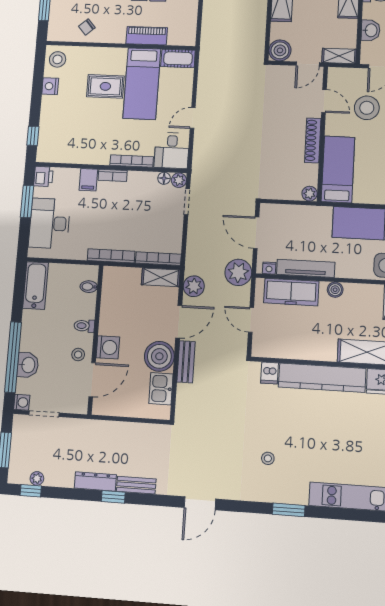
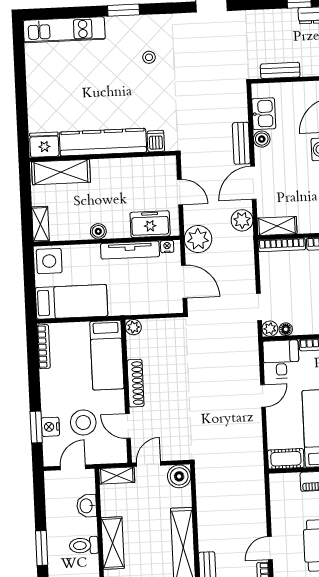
freezer: (291, 292) -> (150, 224), width x0.71
boiler: (159, 356) -> (262, 139), width x0.54, depth x0.54
bench: (136, 485) -> (280, 70), moved

